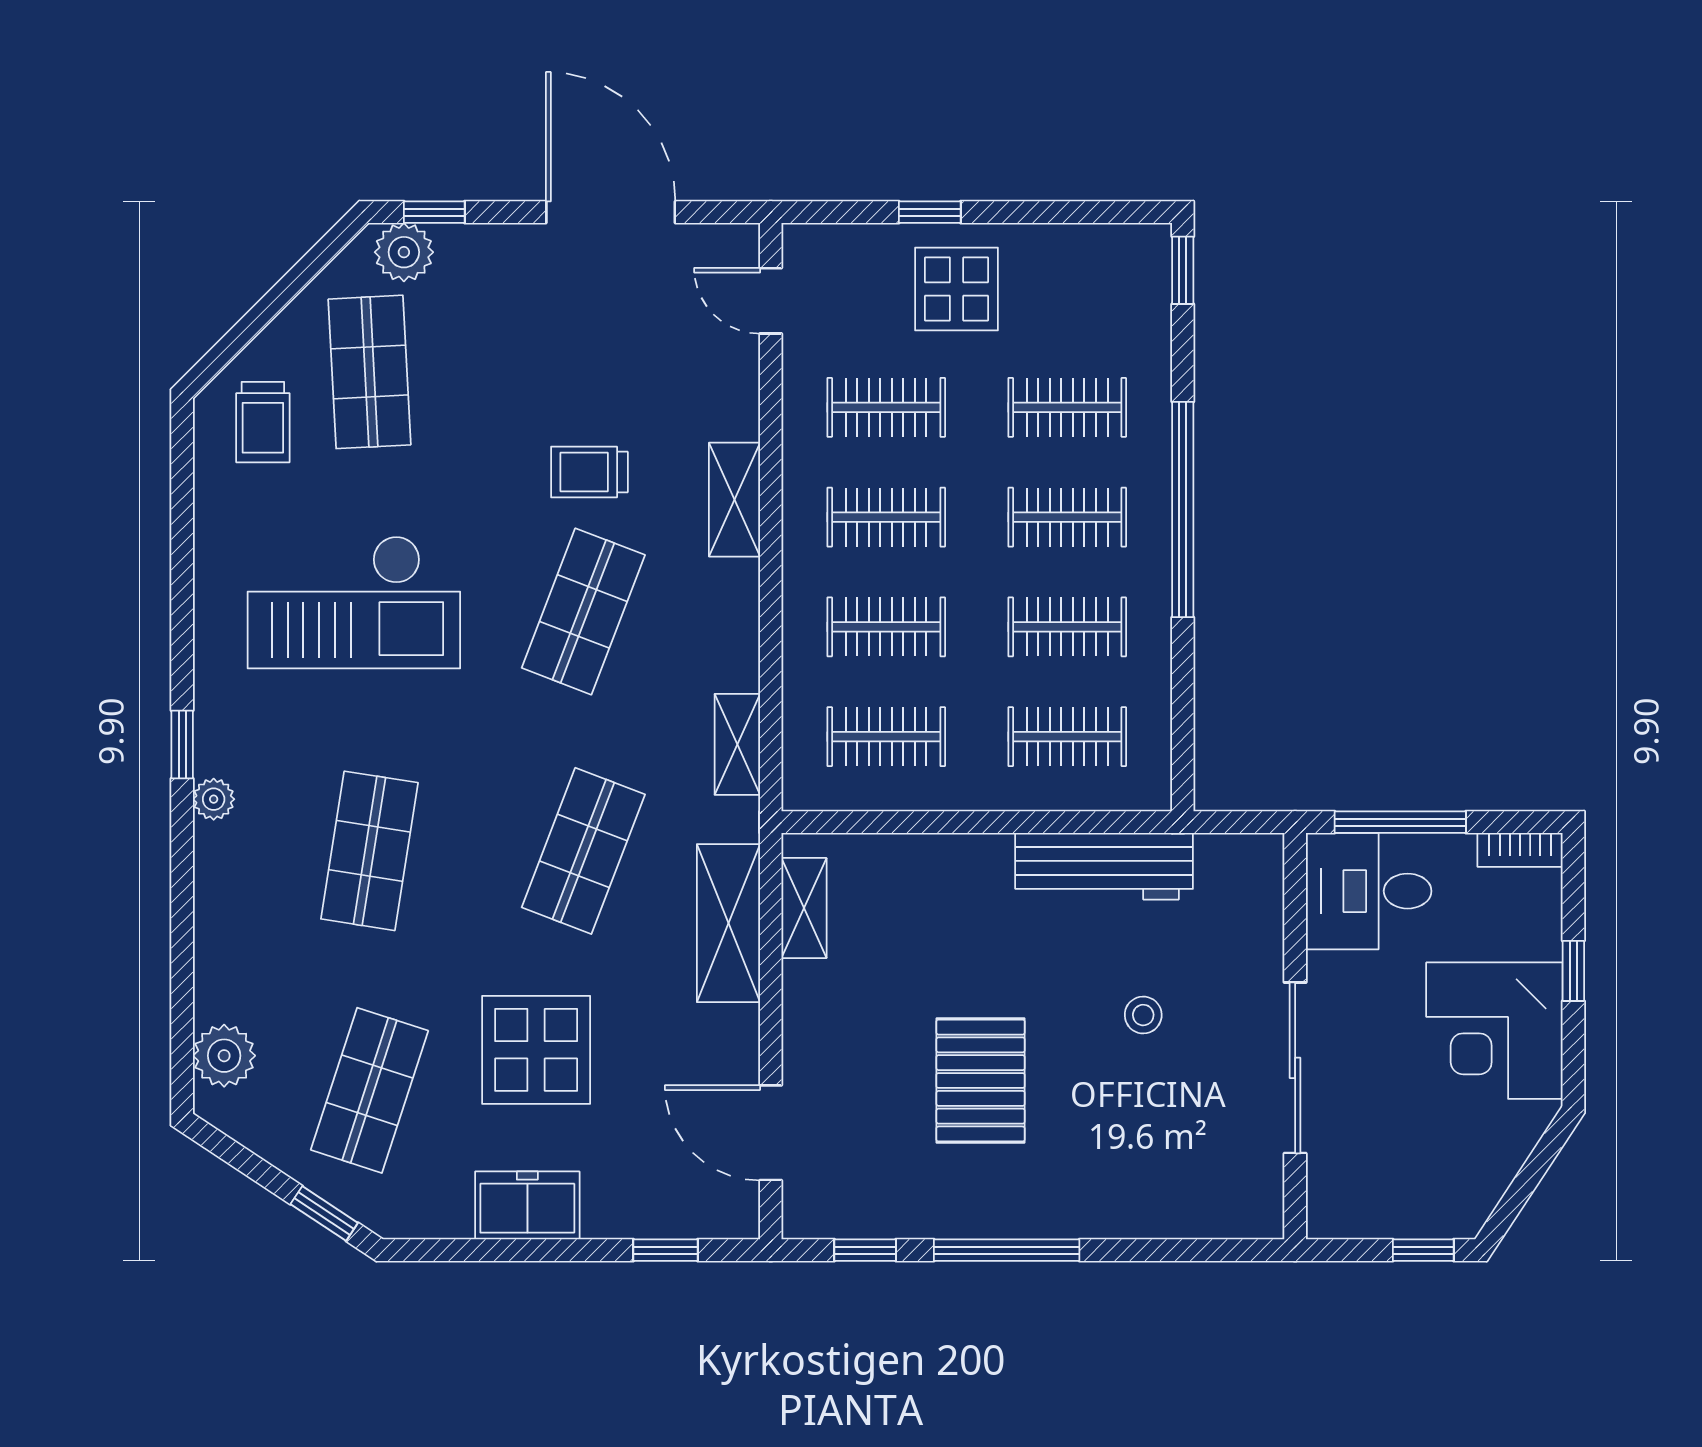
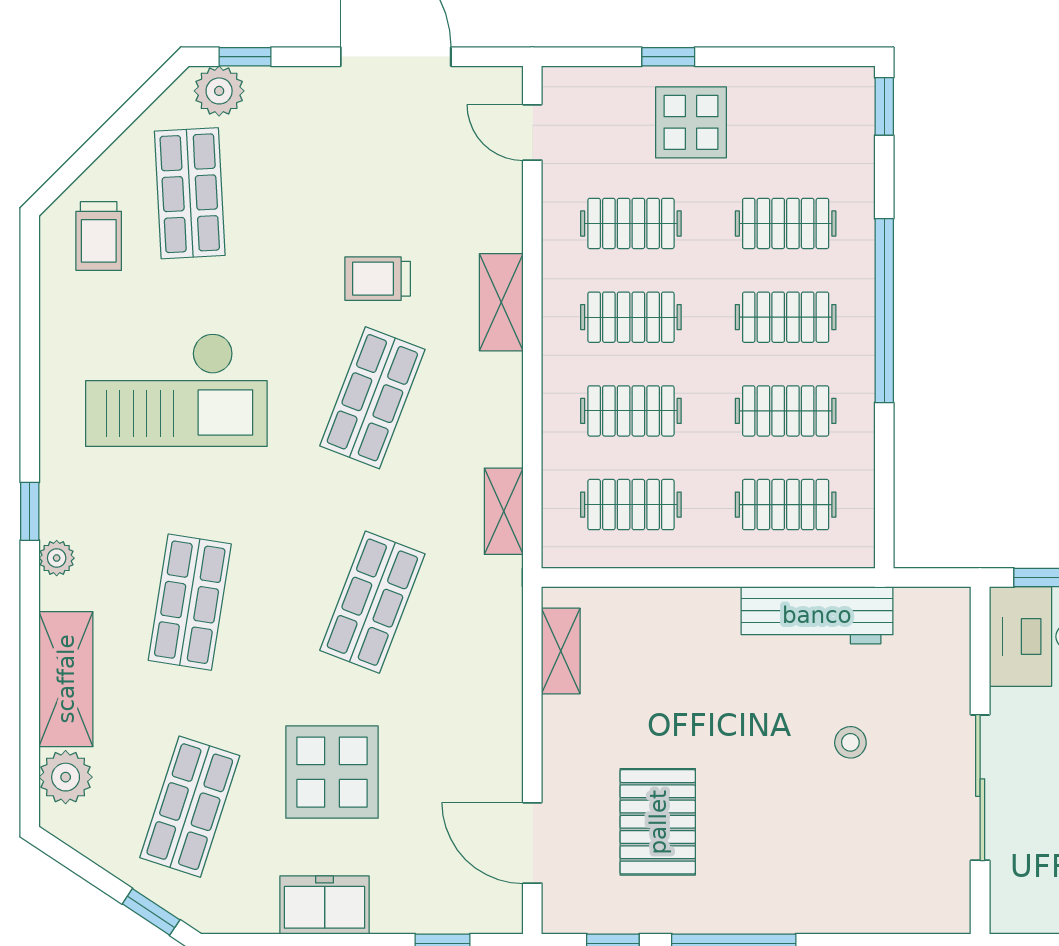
shelving: (728, 923) -> (66, 679), moved
pallet: (981, 1081) -> (658, 822), moved

